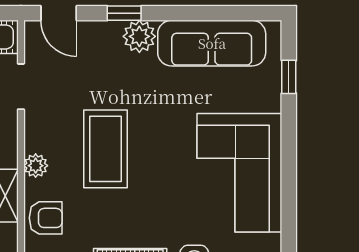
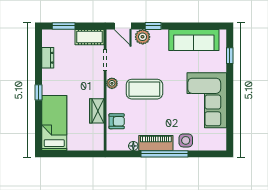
plant: (139, 36) -> (143, 37), moved
coffee table: (105, 149) -> (144, 89), turned 90
plant: (36, 166) -> (112, 83), moved

